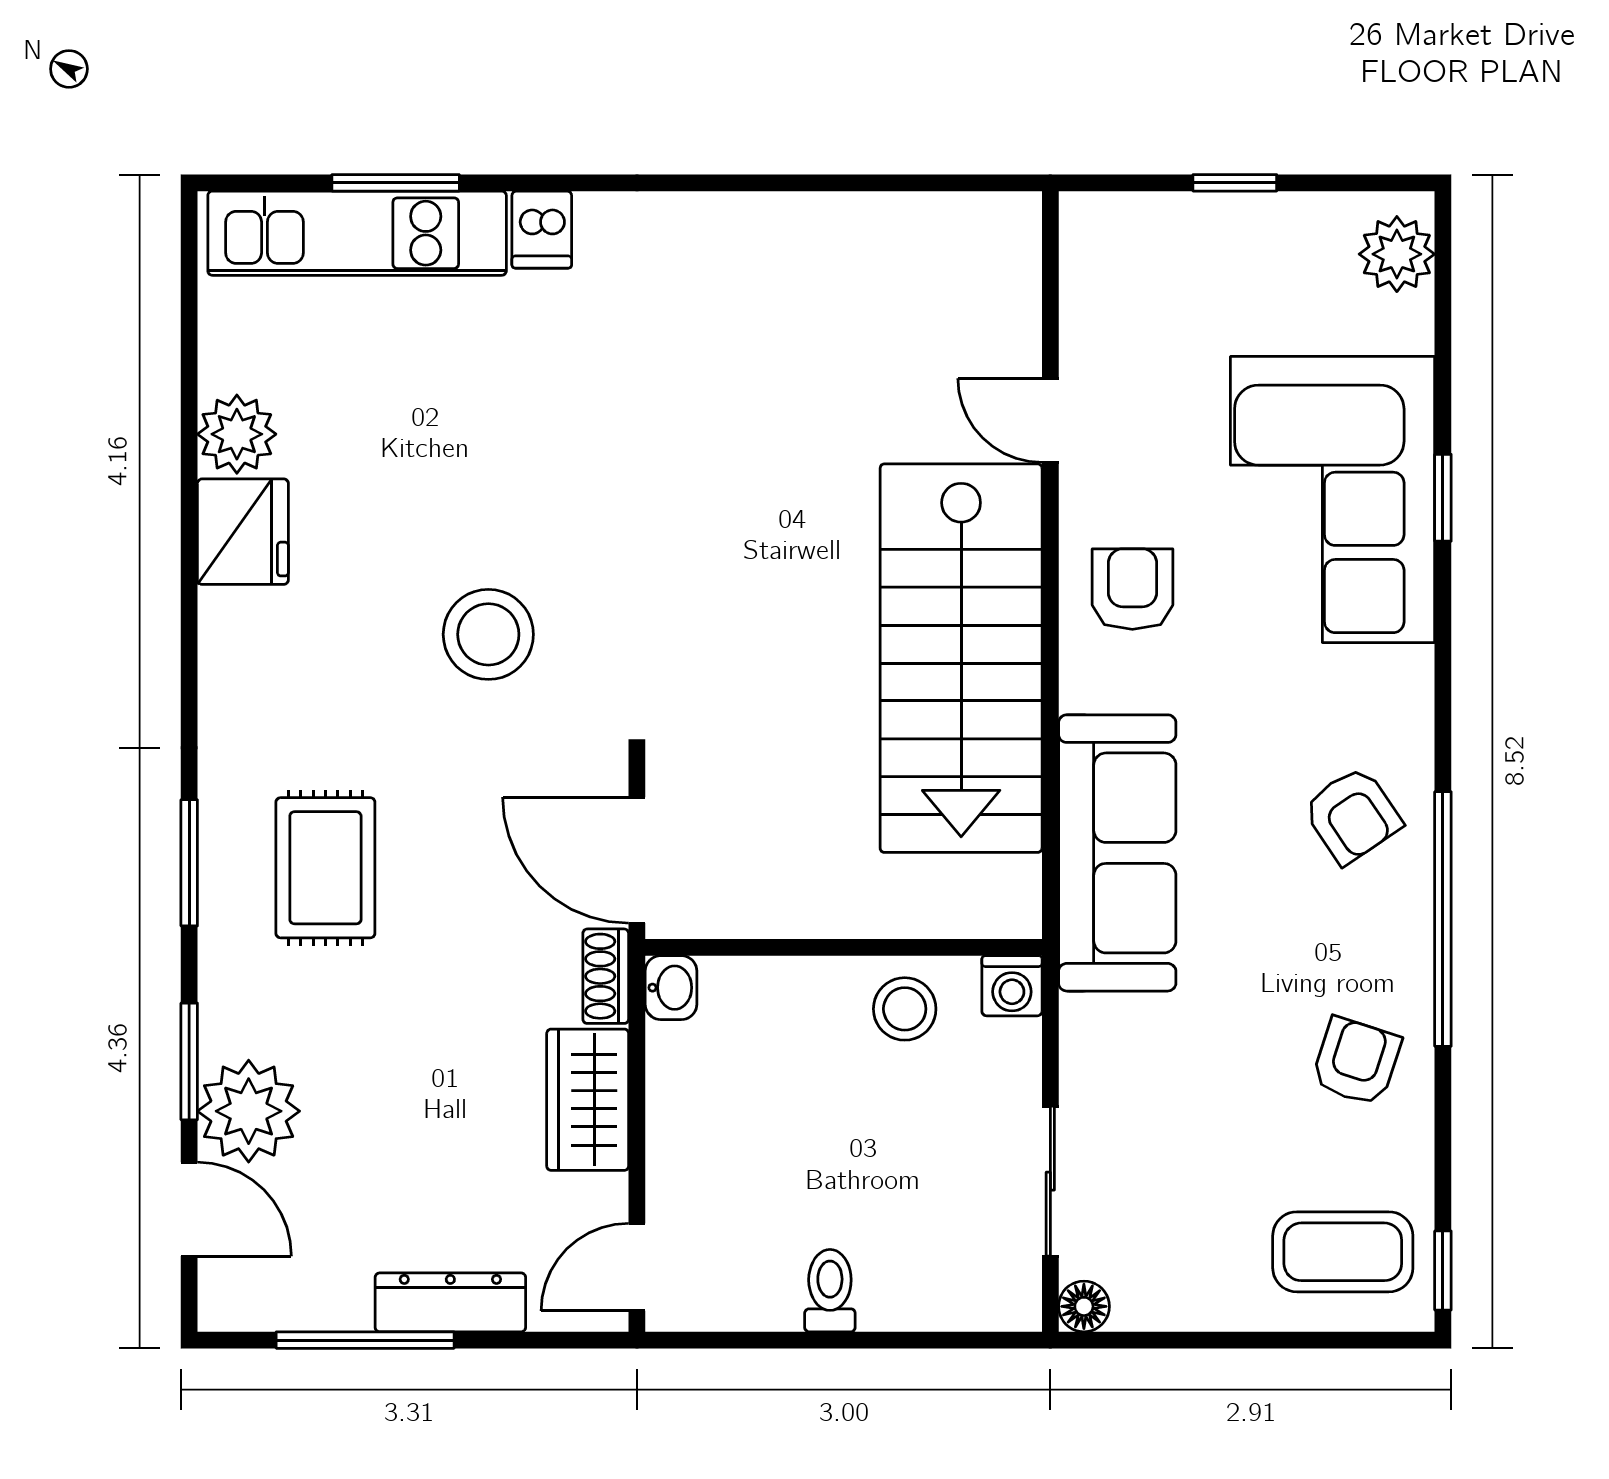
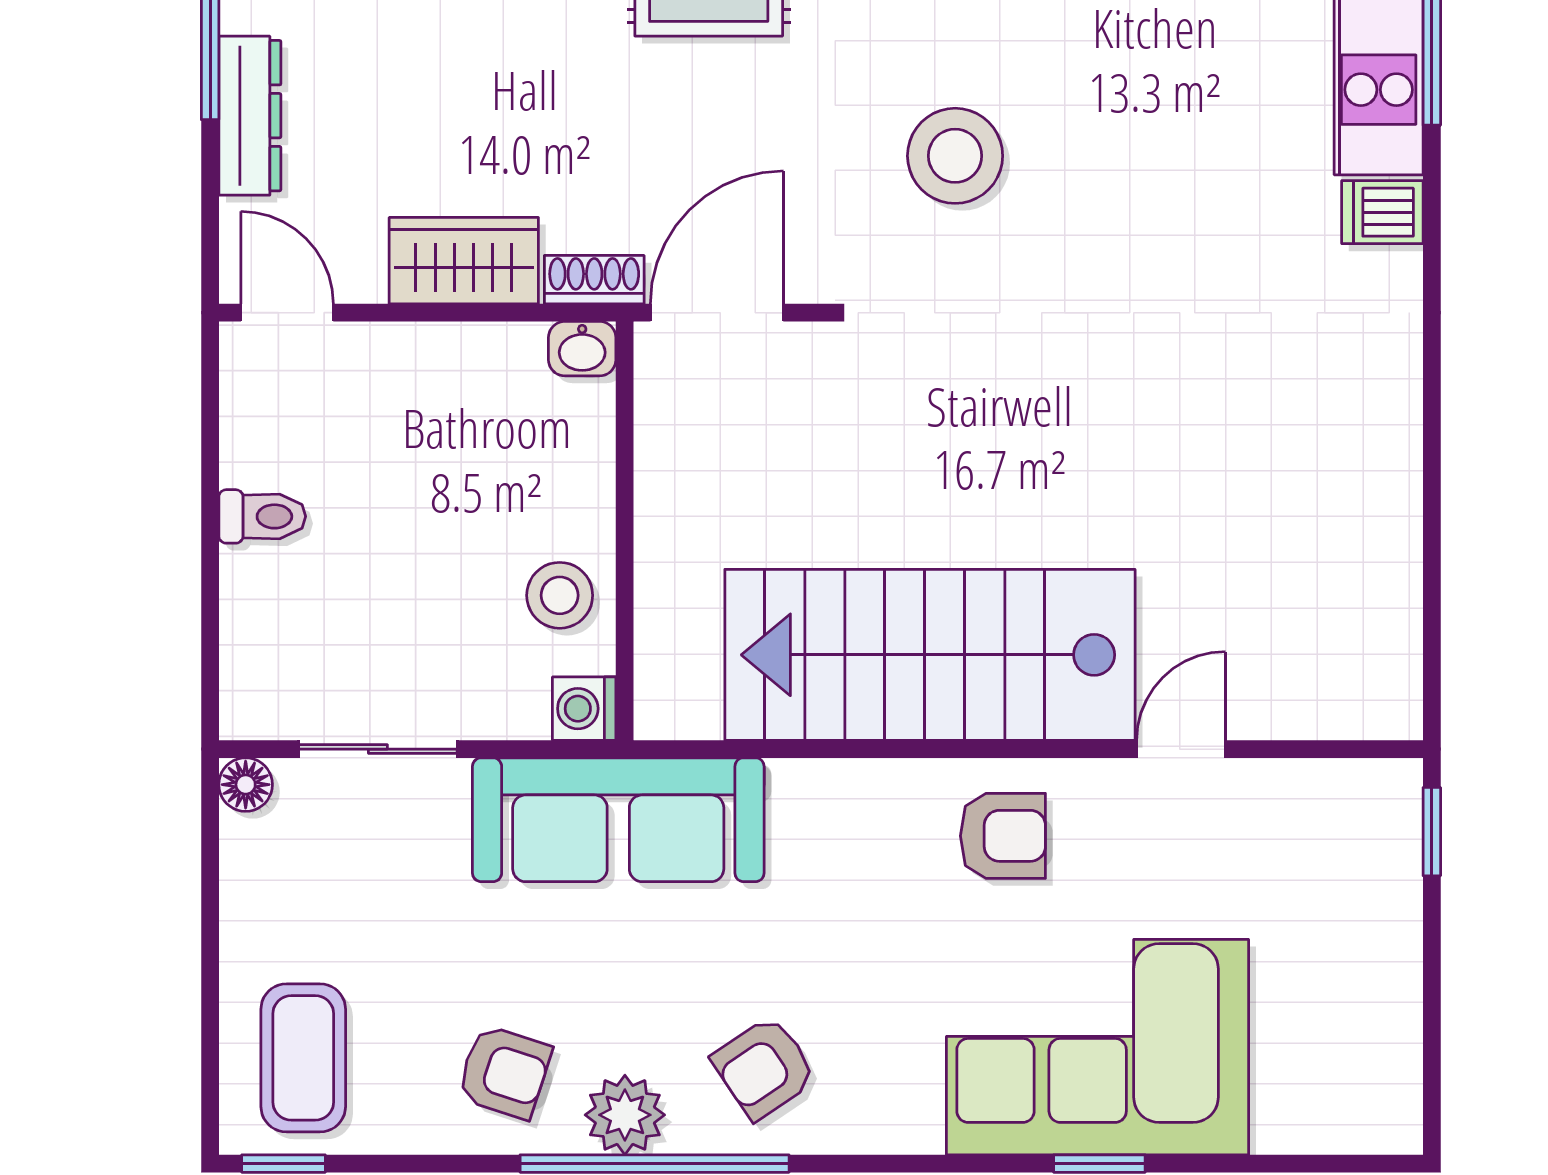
window: (1235, 183) -> (1432, 832), moved
plant: (1397, 254) -> (625, 1115), moved
sofa: (1117, 853) -> (618, 820), moved

